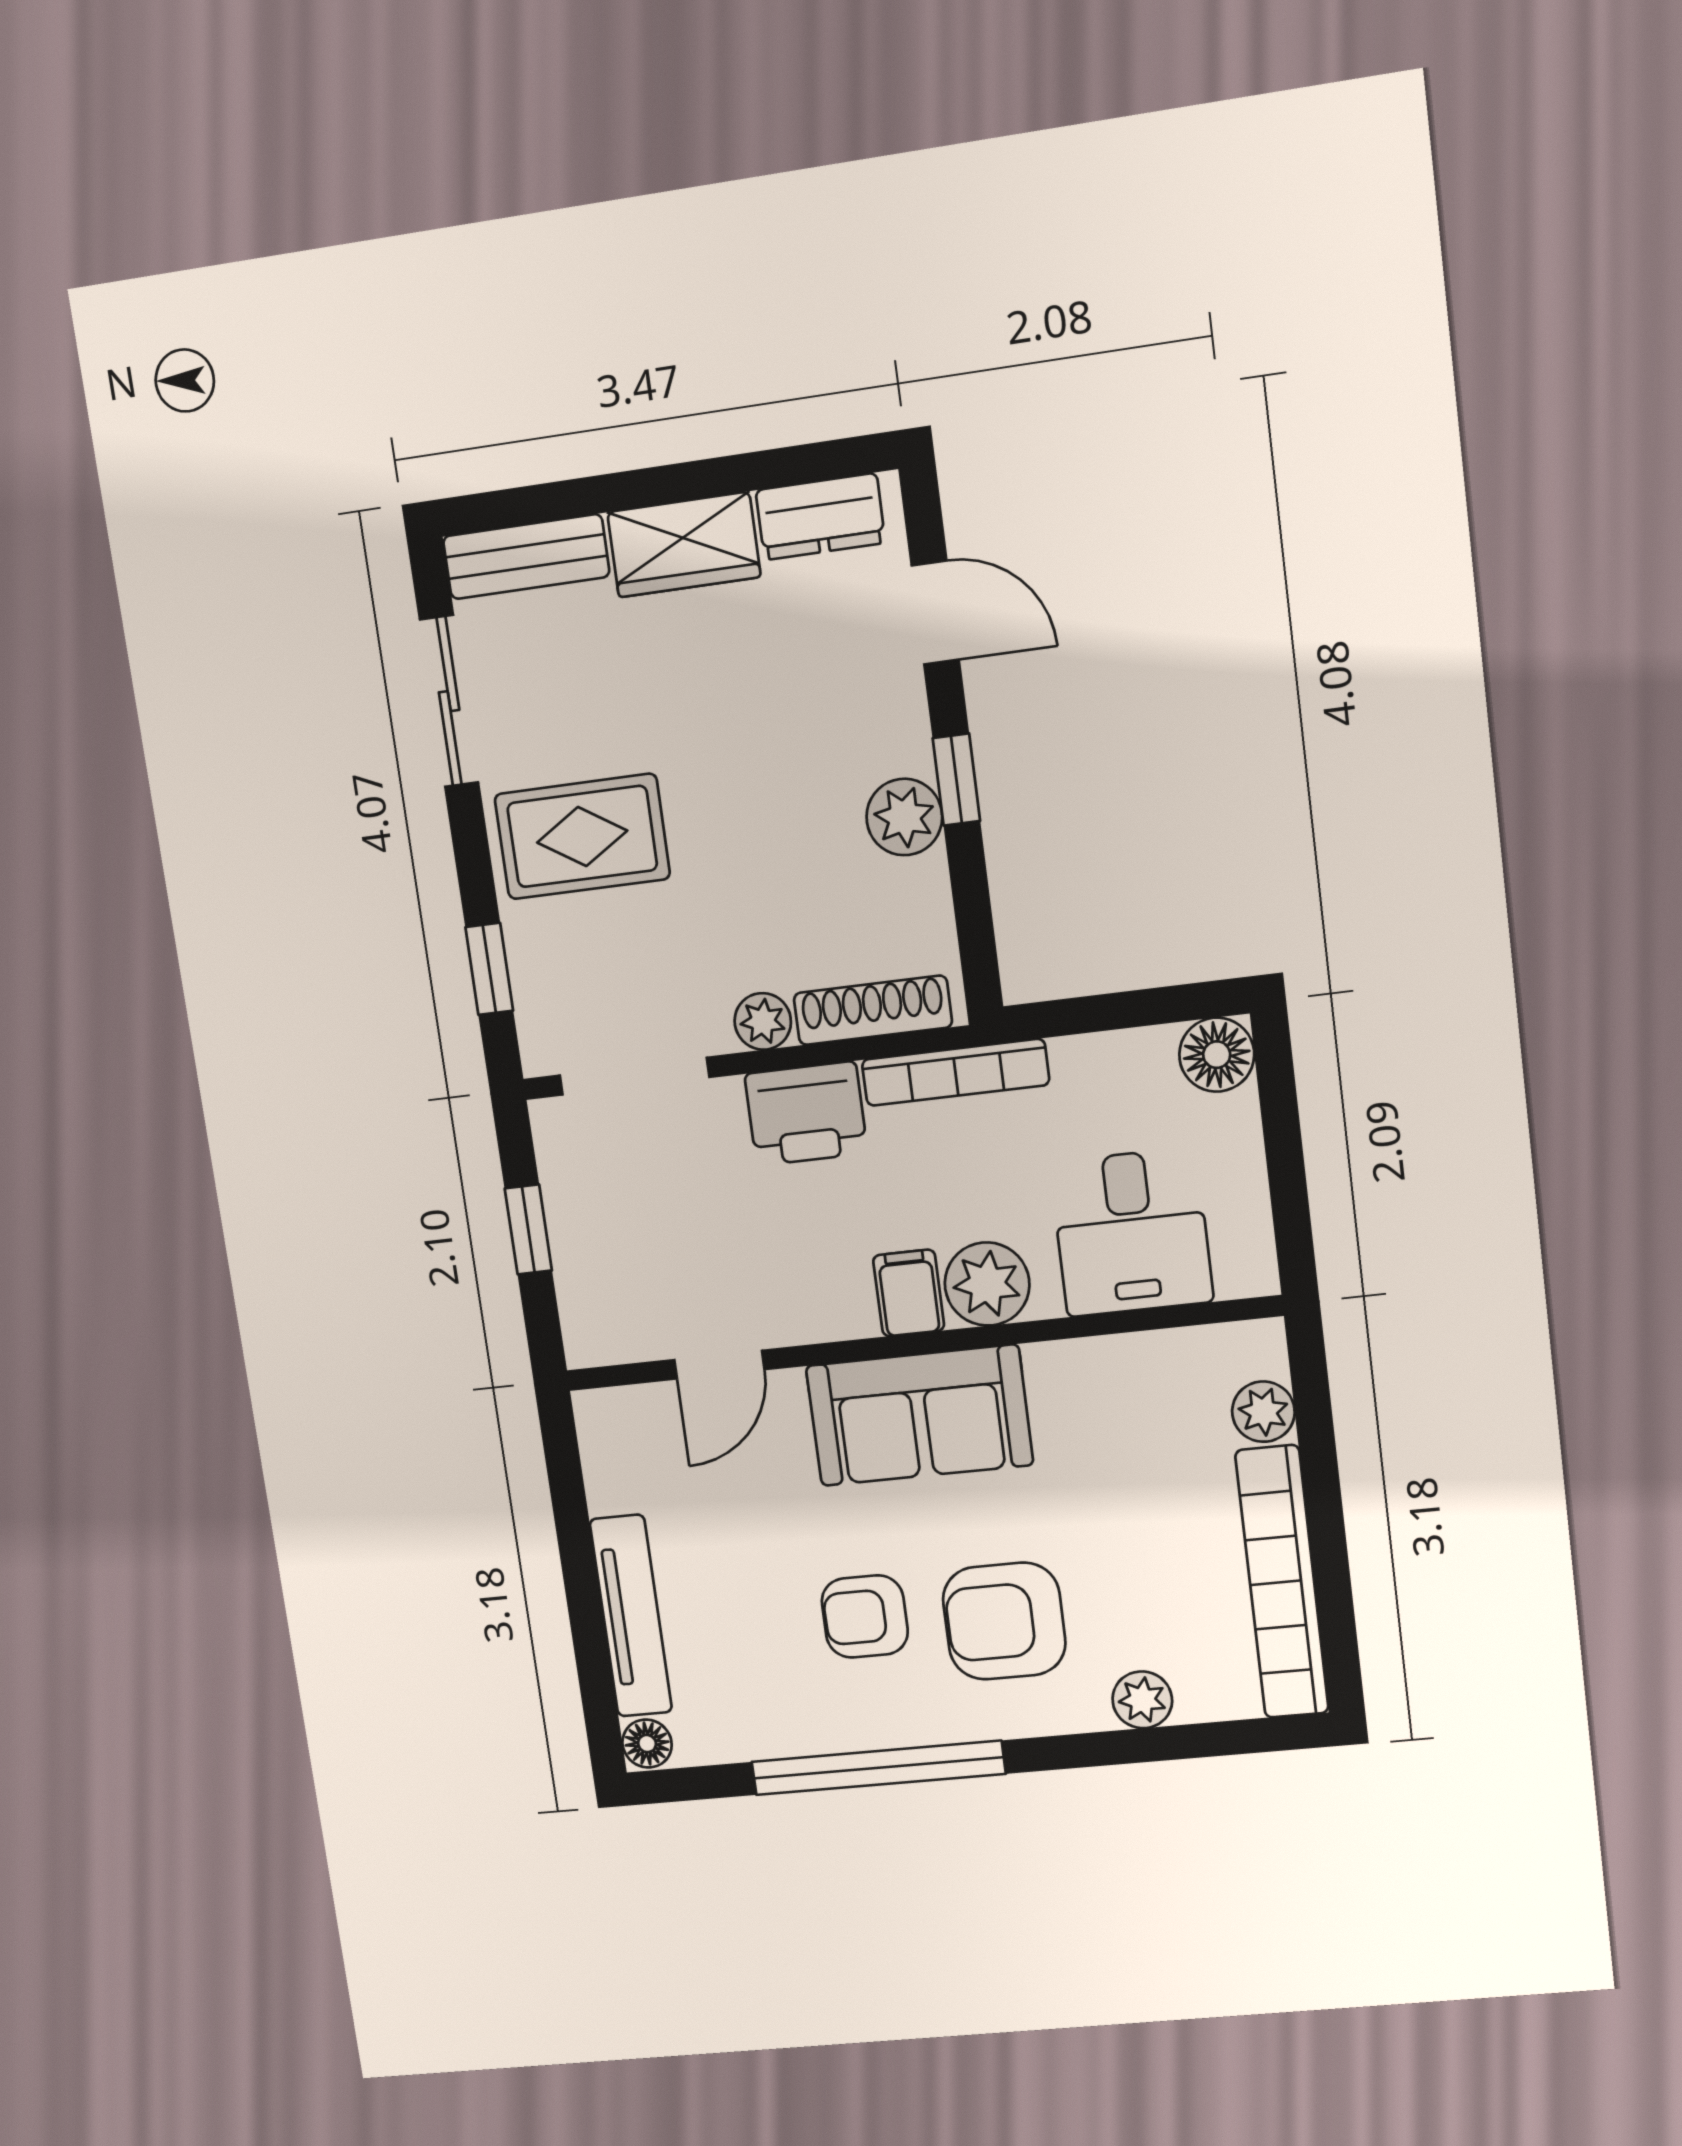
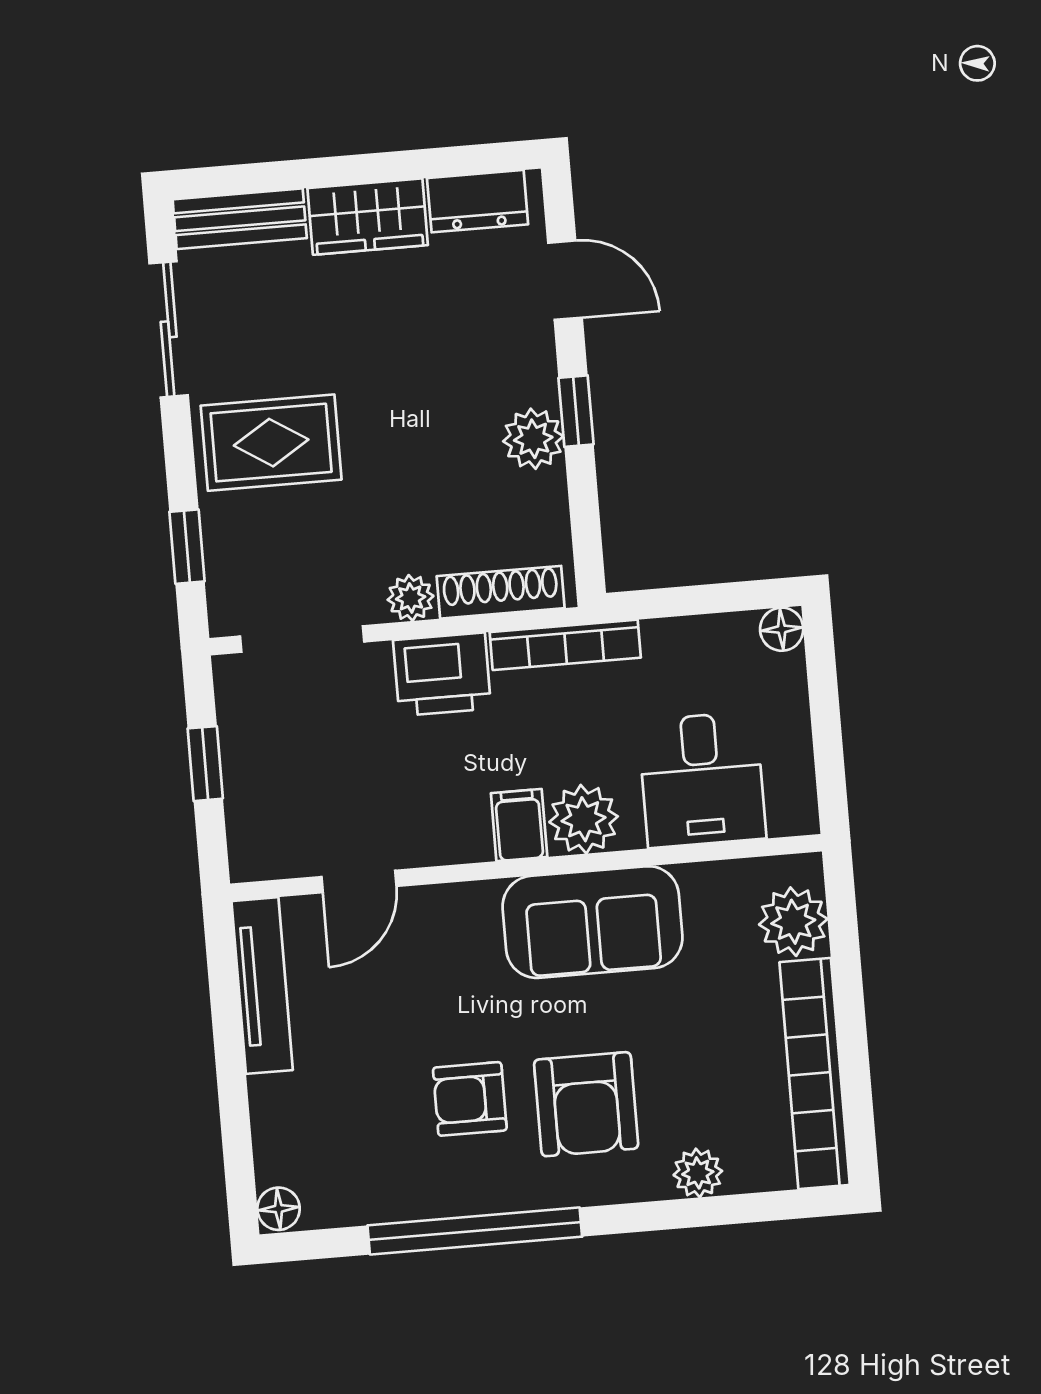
floor lamp: (1217, 1055) -> (782, 629), width x0.73, depth x0.73
plant: (1263, 1412) -> (793, 922), width x1.38, depth x1.38
sofa: (919, 1415) -> (592, 922), moved
tv unit: (631, 1616) -> (262, 986), moved
armchair: (1004, 1621) -> (586, 1104), turned -90

